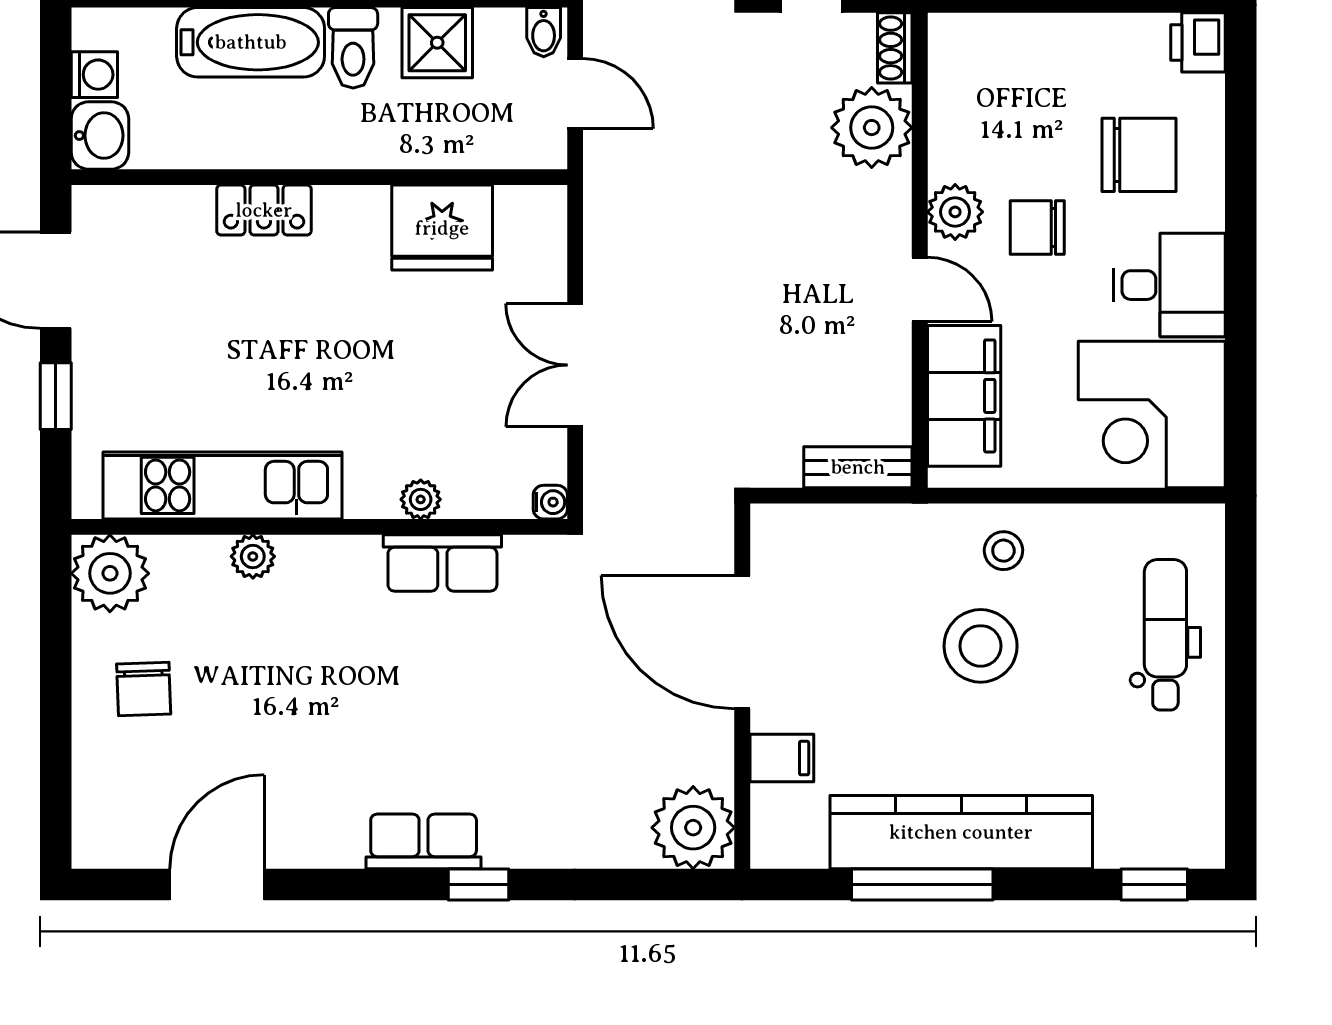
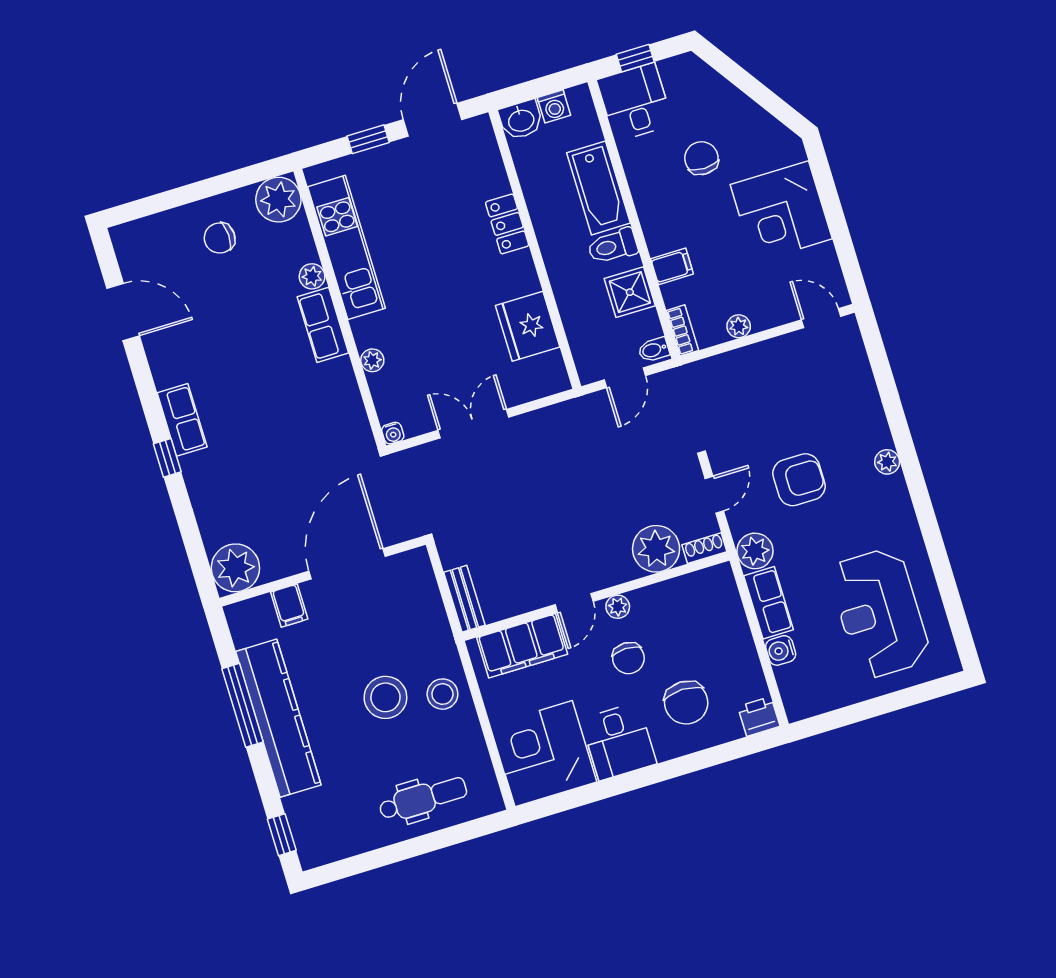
plant: (955, 212) -> (618, 607), width x0.73, depth x0.73
chair: (1037, 228) -> (628, 658), turned 180
stool: (1003, 551) -> (442, 694), width x1.37, depth x1.37
row of seats: (442, 563) -> (323, 325), moved

